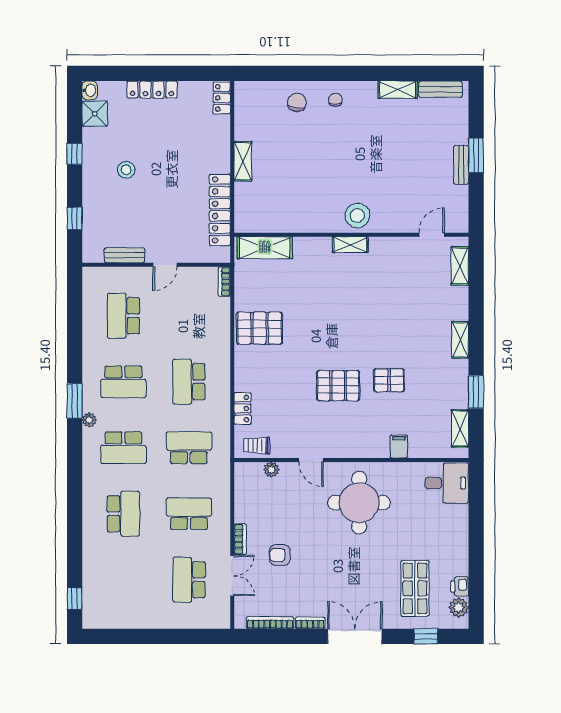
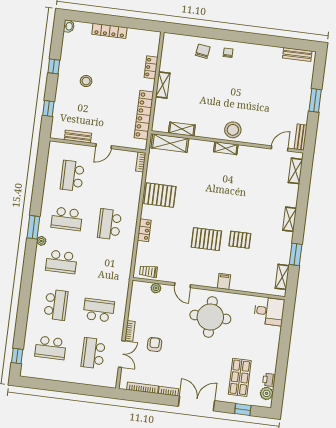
shelving: (398, 90) -> (182, 129), moved
locker: (222, 98) -> (151, 67), moved
shower: (95, 114) -> (70, 42), removed
bench: (461, 165) -> (301, 137), moved
locker: (242, 409) -> (144, 230), moved
filing cabinet: (399, 446) -> (224, 281), moved
school desk: (189, 448) -> (51, 348), moved, turned 180
armchair: (280, 555) -> (154, 344), turned 90

